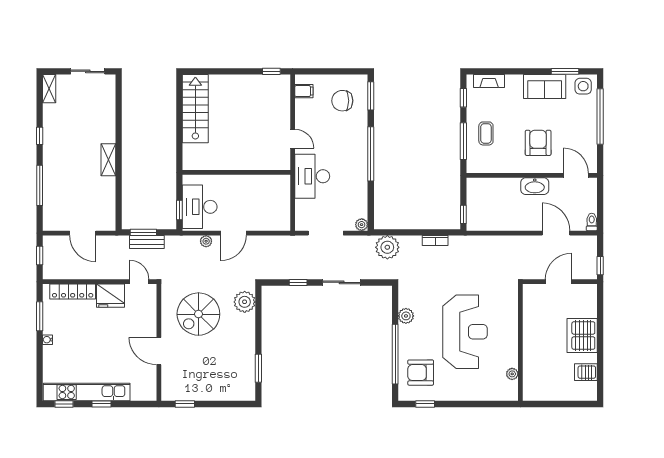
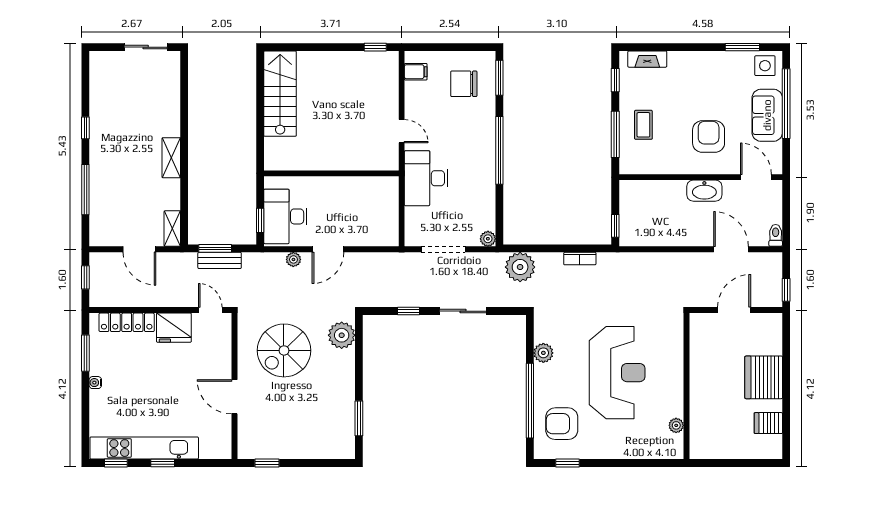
sofa: (545, 86) -> (767, 115), moved, turned 90
shelving: (49, 89) -> (172, 229), moved

